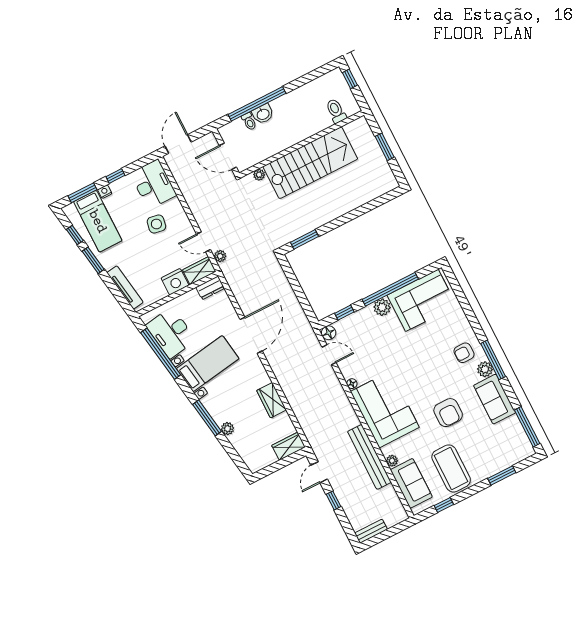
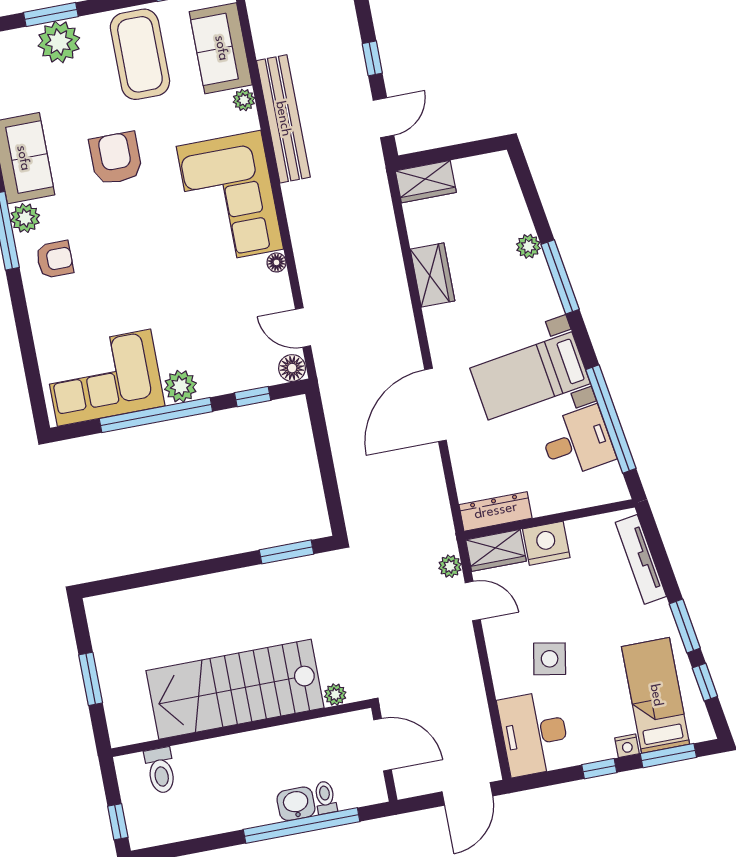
dresser: (210, 288) -> (496, 511), width x1.44
desk: (171, 333) -> (577, 442), width x0.73
plant: (494, 463) -> (59, 42), added

